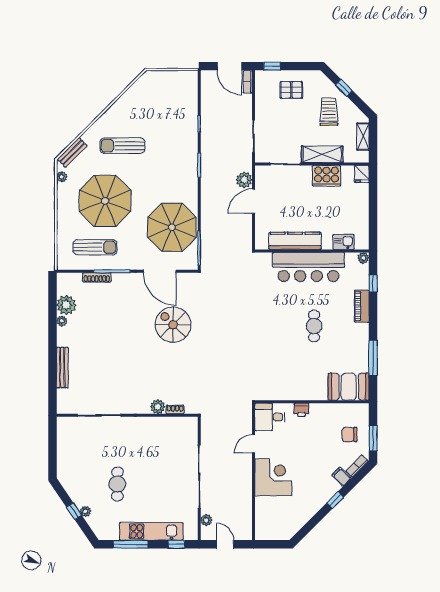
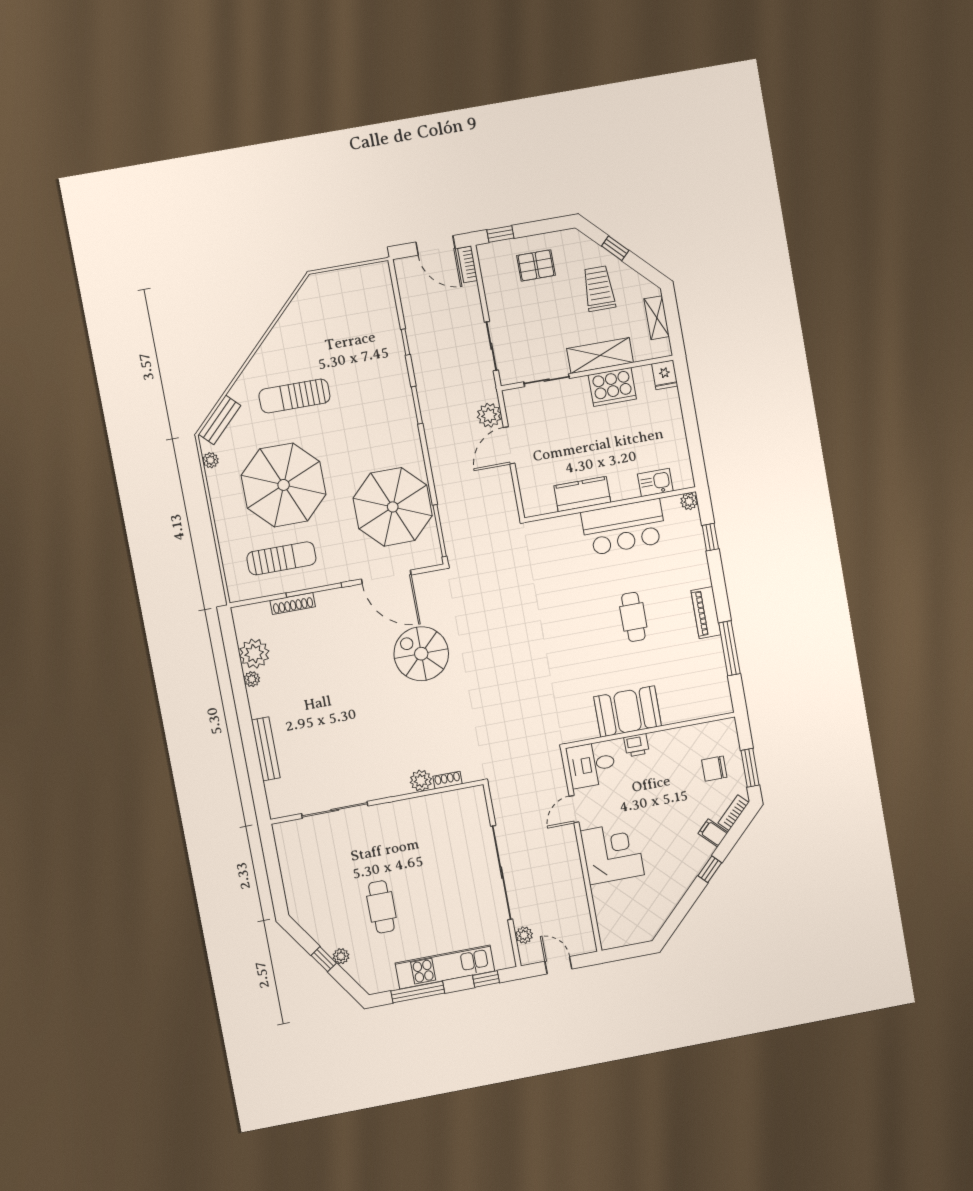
kitchen counter: (295, 241) -> (582, 494), width x0.67
bar counter: (308, 267) -> (624, 527), width x0.73
piano: (362, 306) -> (706, 613), moved
booth: (349, 387) -> (628, 711), moved

